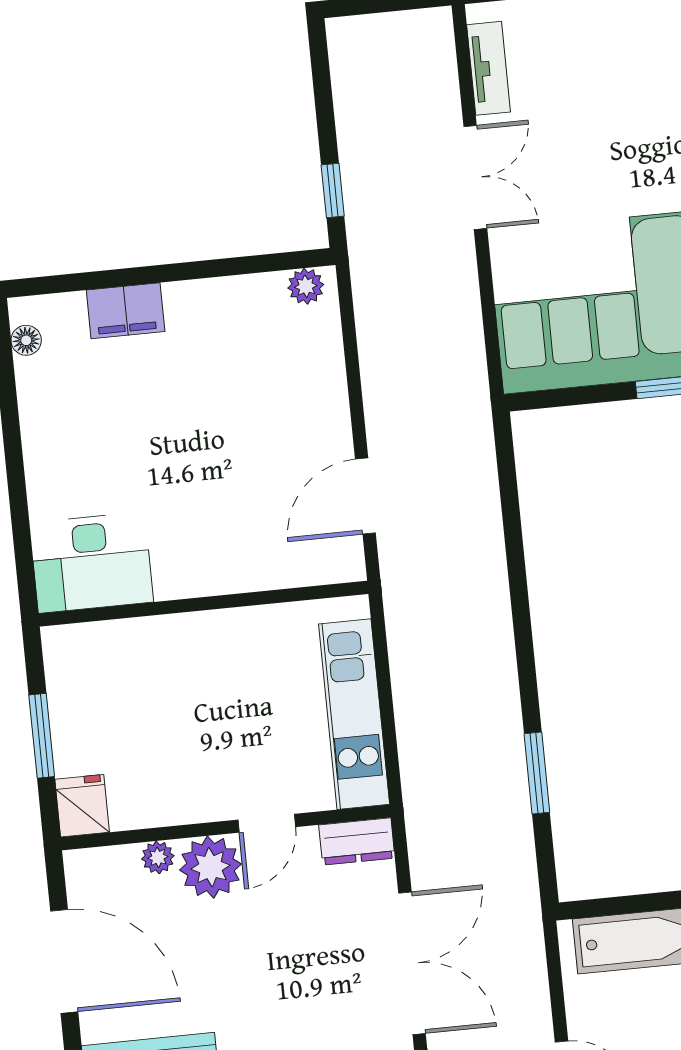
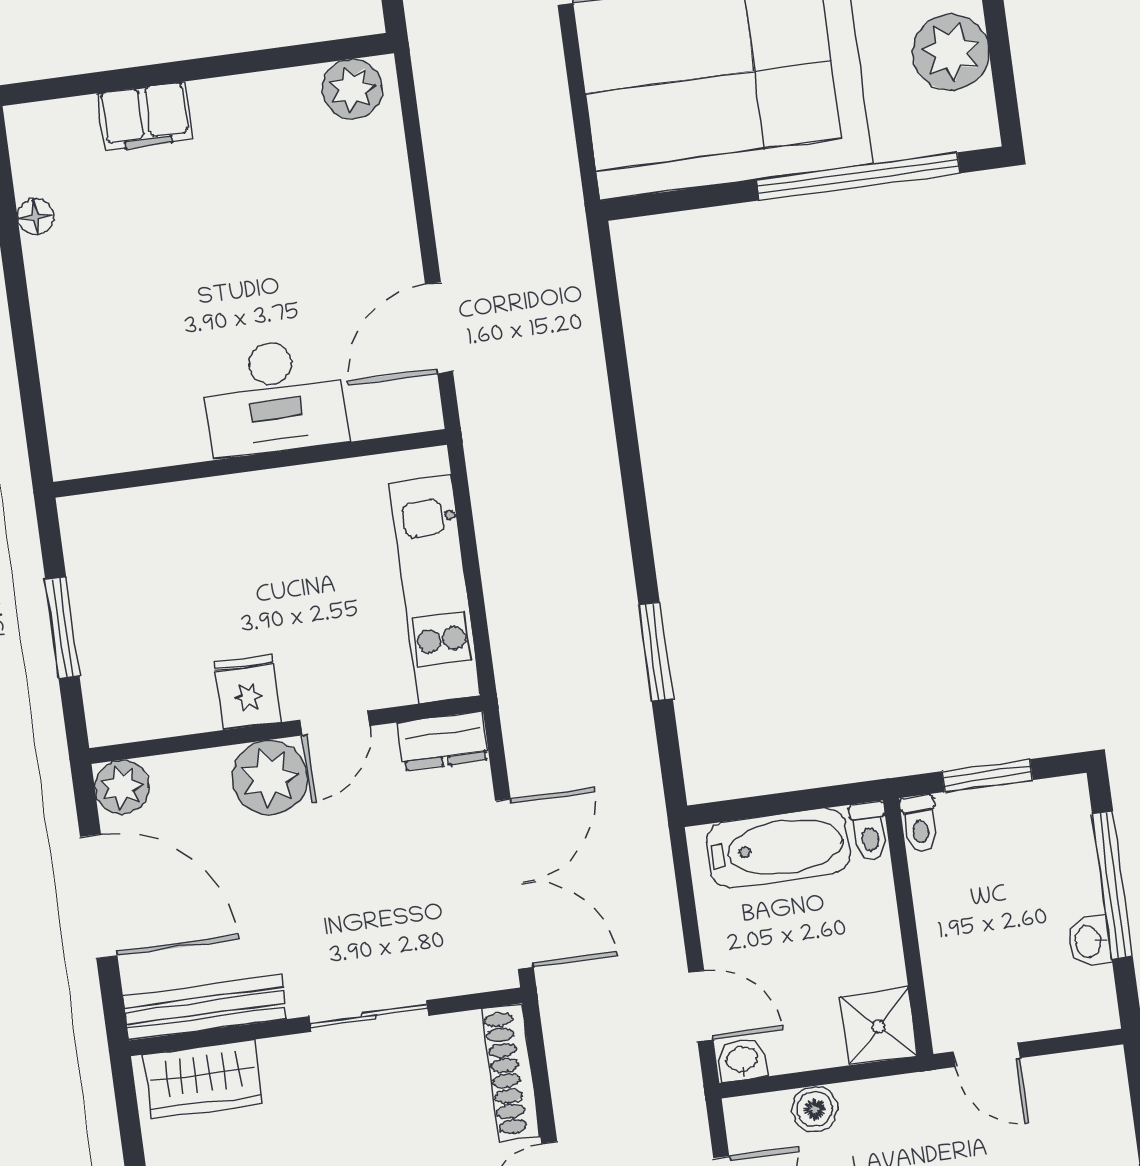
plant: (306, 286) -> (352, 89), width x1.38, depth x1.38
floor lamp: (26, 340) -> (36, 217), moved
desk: (91, 563) -> (274, 397), moved
fridge: (82, 806) -> (248, 692), moved
plant: (158, 857) -> (122, 787), moved, width x1.38, depth x1.38

